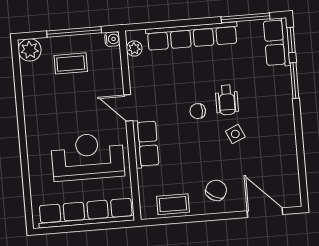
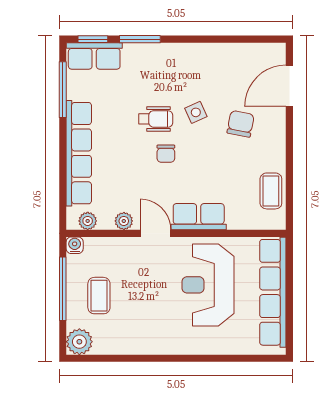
plant: (137, 80) -> (124, 221), added
door: (128, 108) -> (156, 233), swing flipped
chair: (216, 190) -> (241, 124), moved, turned 72

